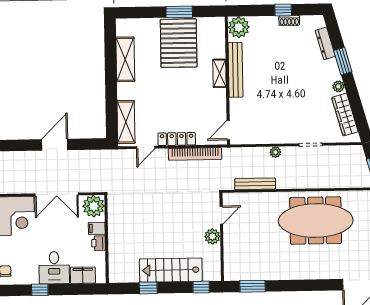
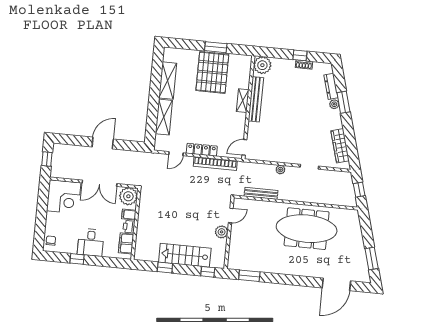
plant: (338, 86) -> (334, 104), moved
shelving: (126, 122) -> (164, 117), moved
filing cabinet: (83, 275) -> (126, 243), moved, turned -90

